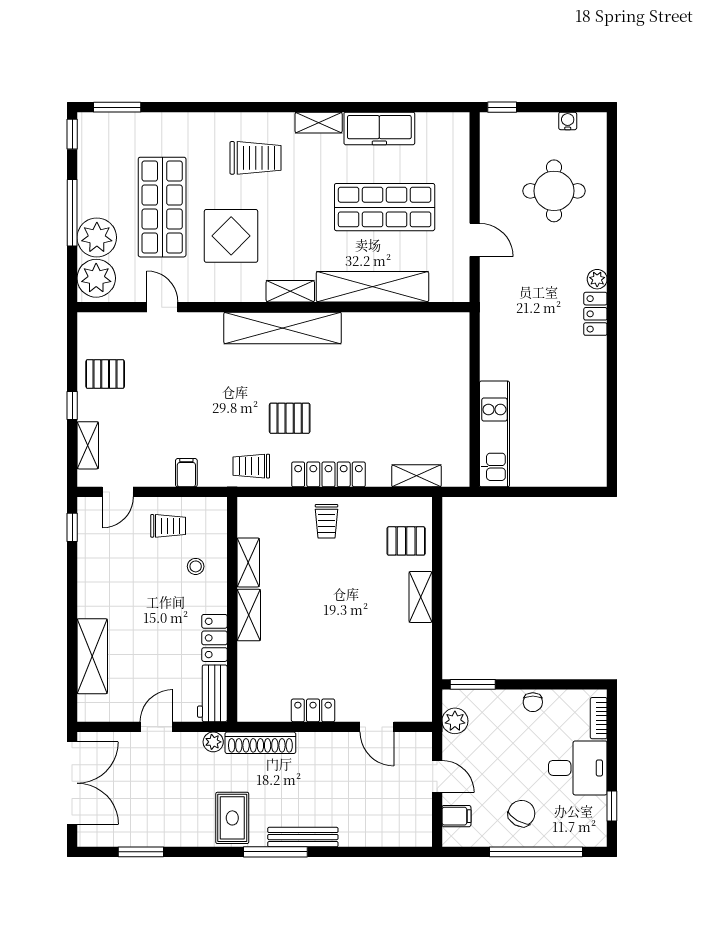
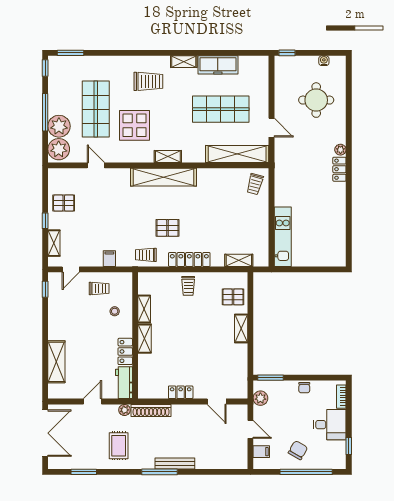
shelving: (372, 287) -> (237, 154), moved
trolley: (445, 340) -> (255, 184), added
rug: (232, 818) -> (119, 446), moved

